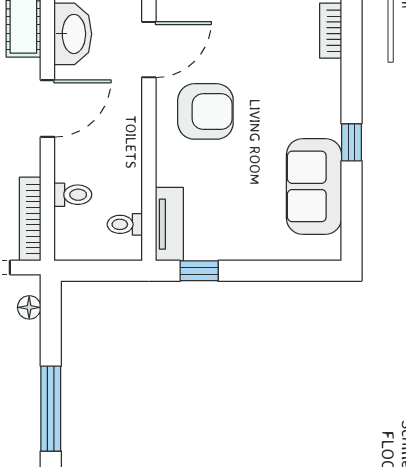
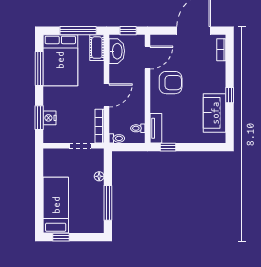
door: (47, 108) -> (107, 95), moved
toilet: (73, 195) -> (117, 138), moved
floor lamp: (29, 307) -> (99, 176), moved

